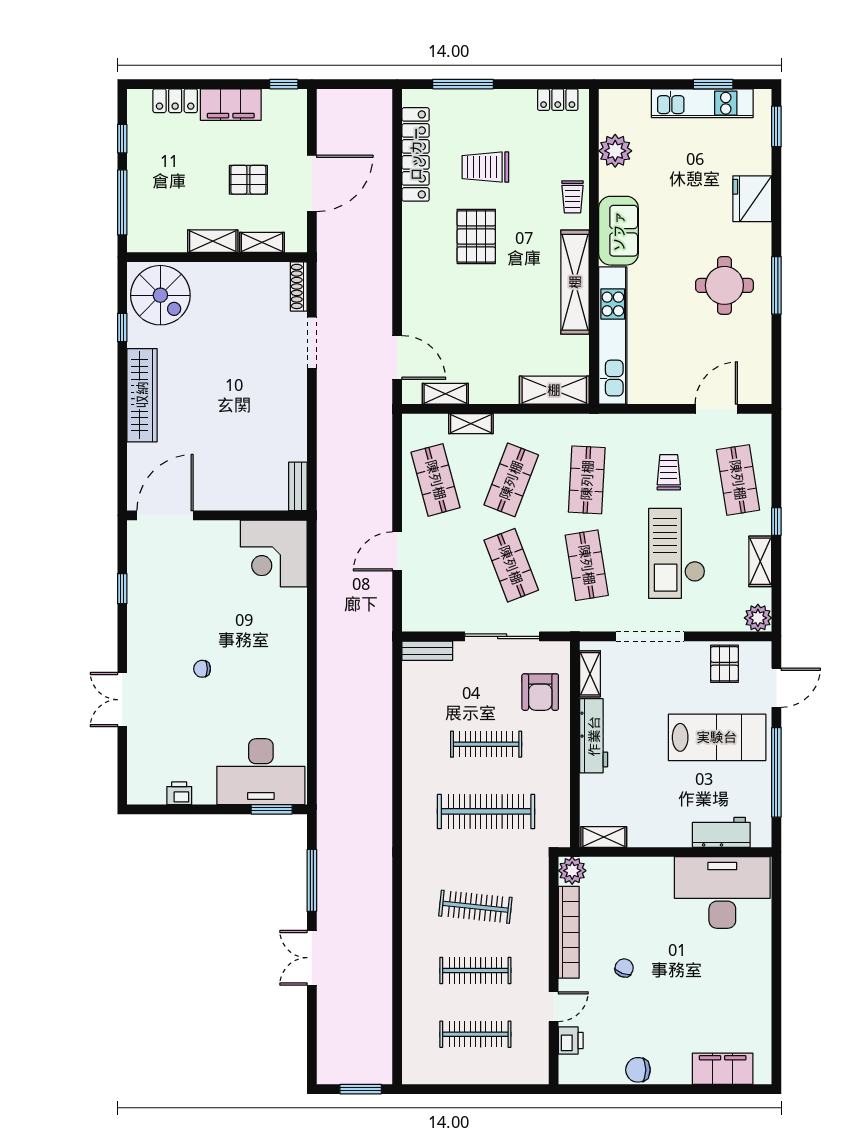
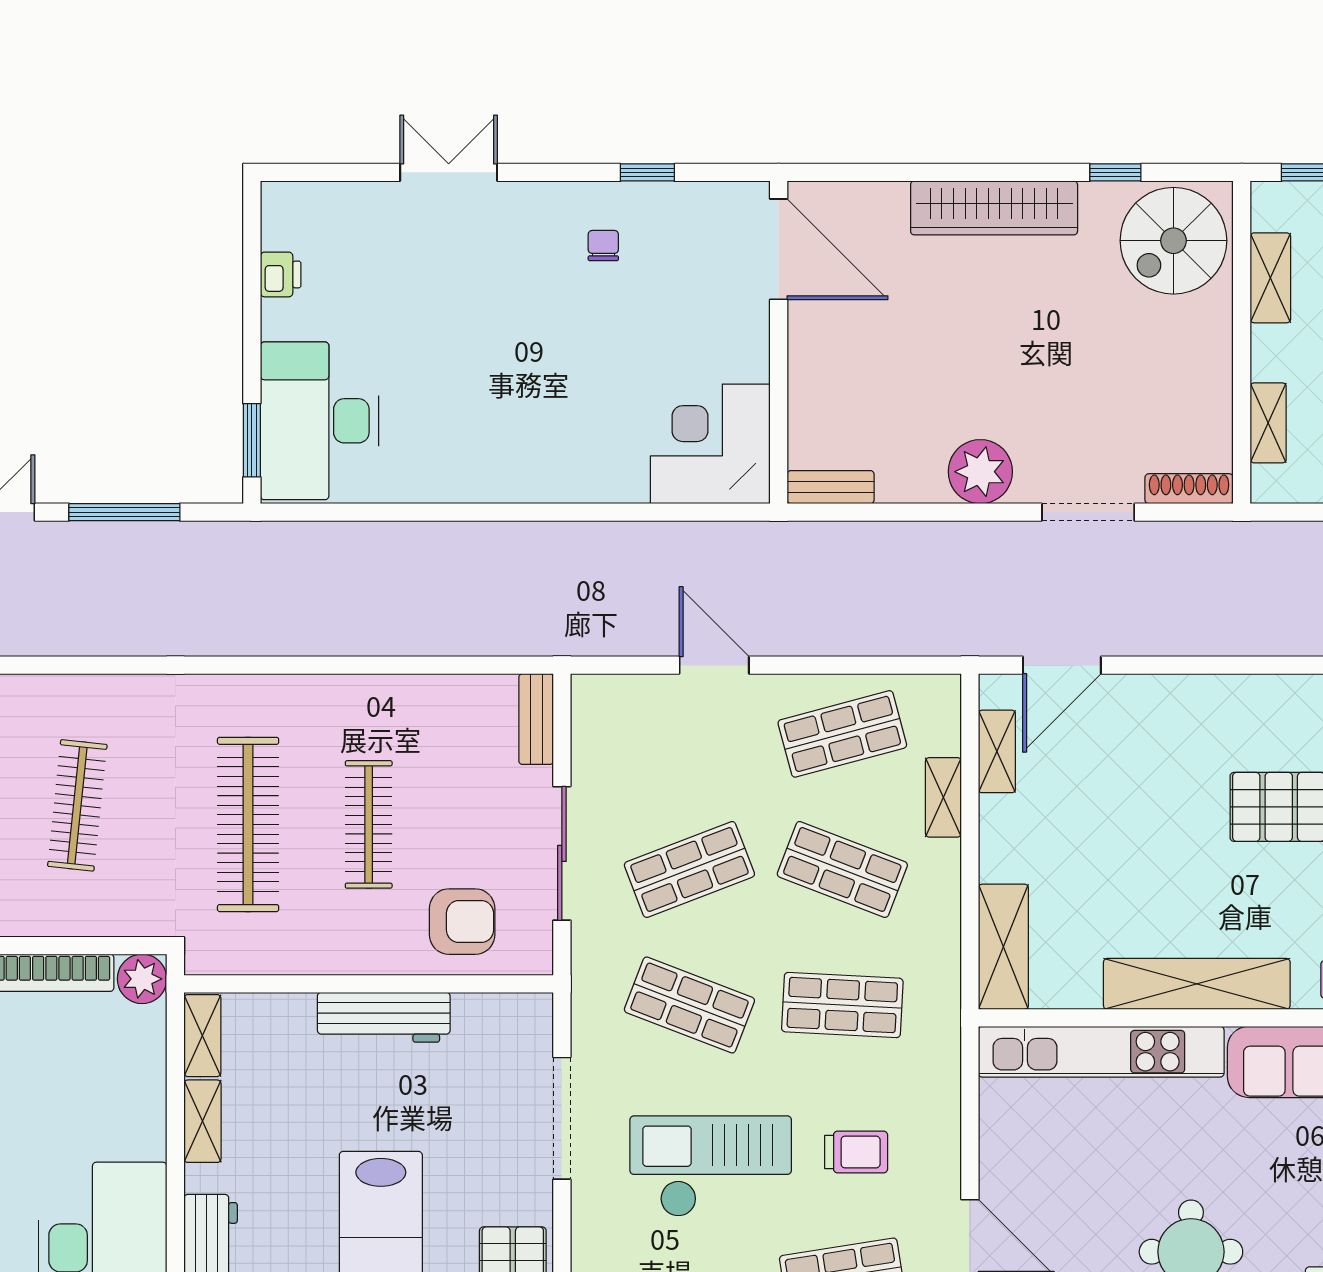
shelving: (213, 241) -> (1270, 278), moved
plant: (289, 403) -> (980, 472), added
shop shelf: (587, 565) -> (689, 1005), turned 30
chair: (202, 669) -> (603, 246), moved
shelving: (590, 674) -> (202, 1121), moved, turned 90
armchair: (540, 692) -> (462, 922), turned 180

